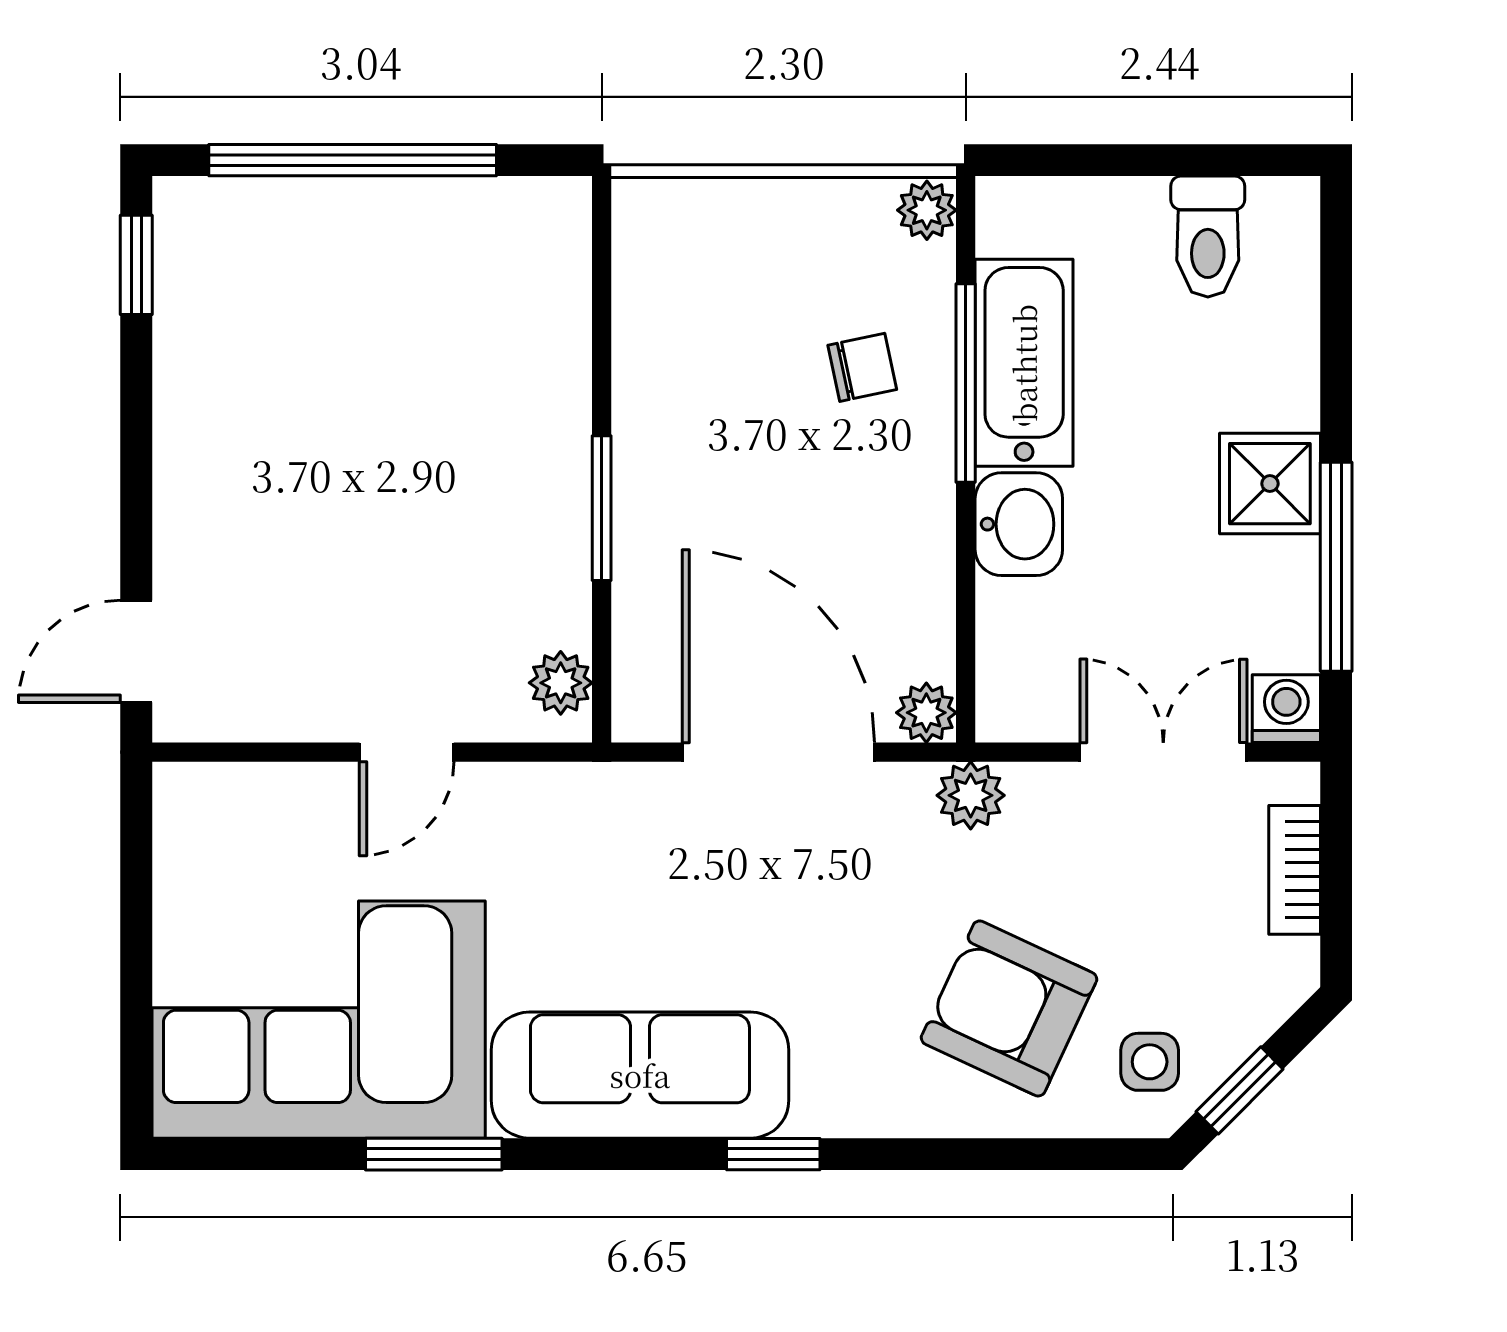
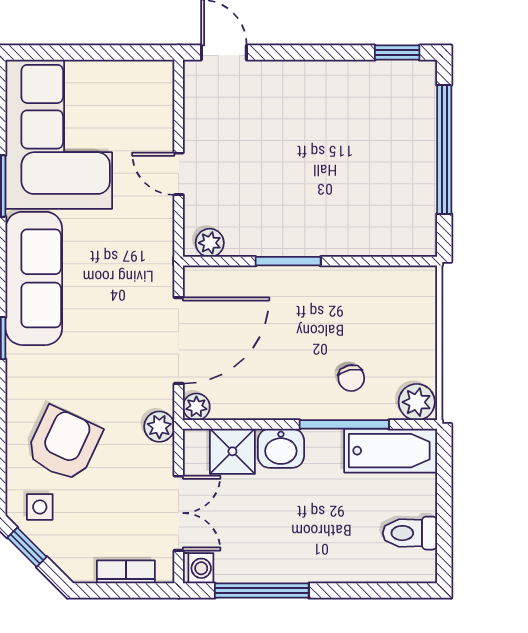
plant: (927, 210) -> (417, 402), width x1.38, depth x1.38
bathtub: (1024, 363) -> (391, 451), moved
shower: (1270, 484) -> (232, 451), moved

